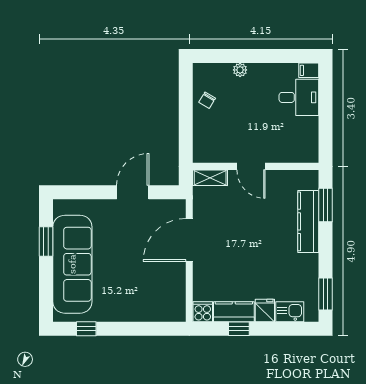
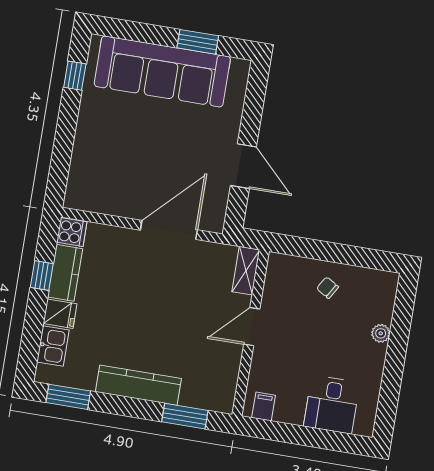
filing cabinet: (309, 70) -> (264, 407), moved
chair: (207, 100) -> (328, 288), moved
kitchen counter: (308, 221) -> (138, 385), moved
door: (189, 240) -> (169, 230), hinge flipped

